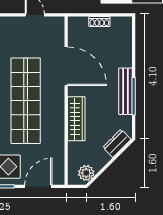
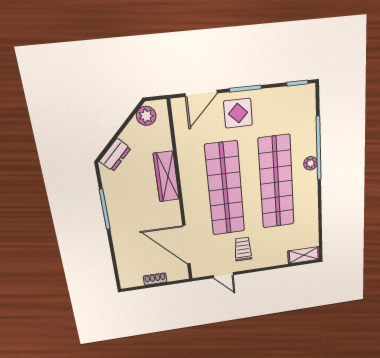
trolley: (14, 39) -> (243, 249), added
door: (66, 66) -> (186, 245), moved
bench: (125, 91) -> (115, 213), removed

